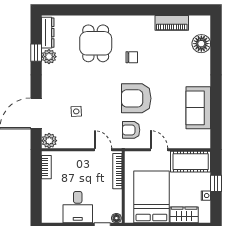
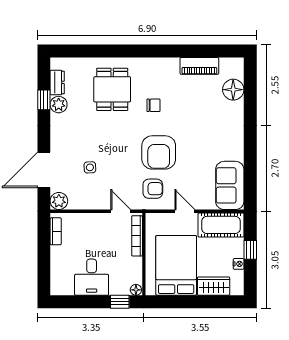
dresser: (48, 33) -> (57, 82), width x0.70
armchair: (136, 98) -> (159, 152), turned -90
sofa: (198, 108) -> (230, 185), moved
armchair: (131, 130) -> (153, 189), turned 180

